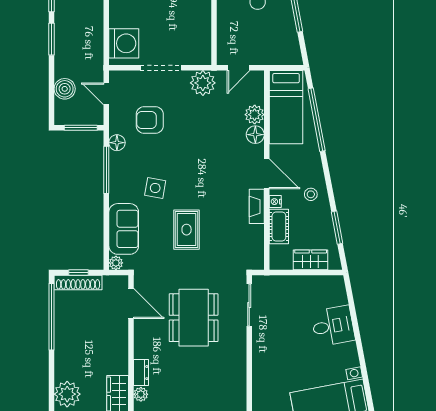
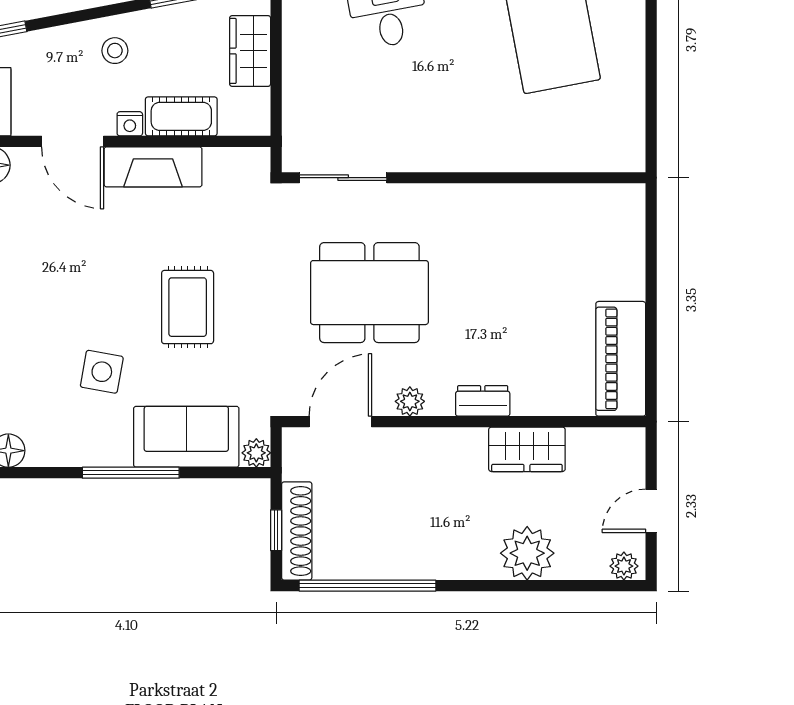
window: (106, 170) -> (131, 473), moved
door: (267, 174) -> (73, 141), swing flipped
fireplace: (257, 206) -> (153, 167), width x1.37, depth x1.32
rug: (187, 230) -> (188, 307), turned 90
plant: (141, 394) -> (410, 401), moved

